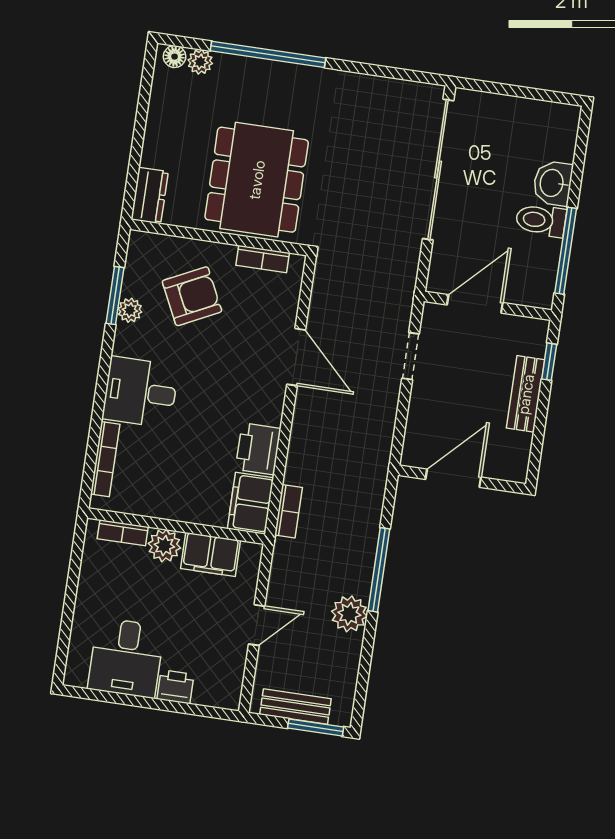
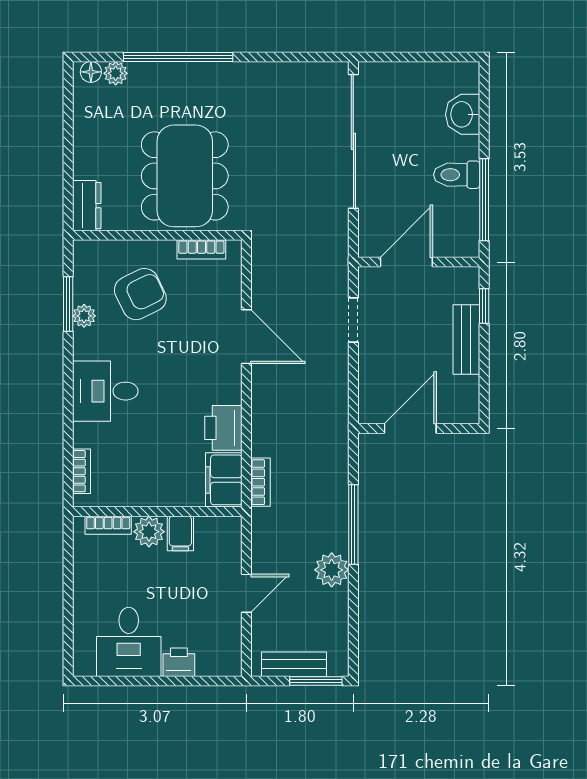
washbasin: (553, 183) -> (463, 114), moved
bookcase: (105, 459) -> (82, 471), width x0.64
filing cabinet: (210, 555) -> (180, 533), width x0.50

